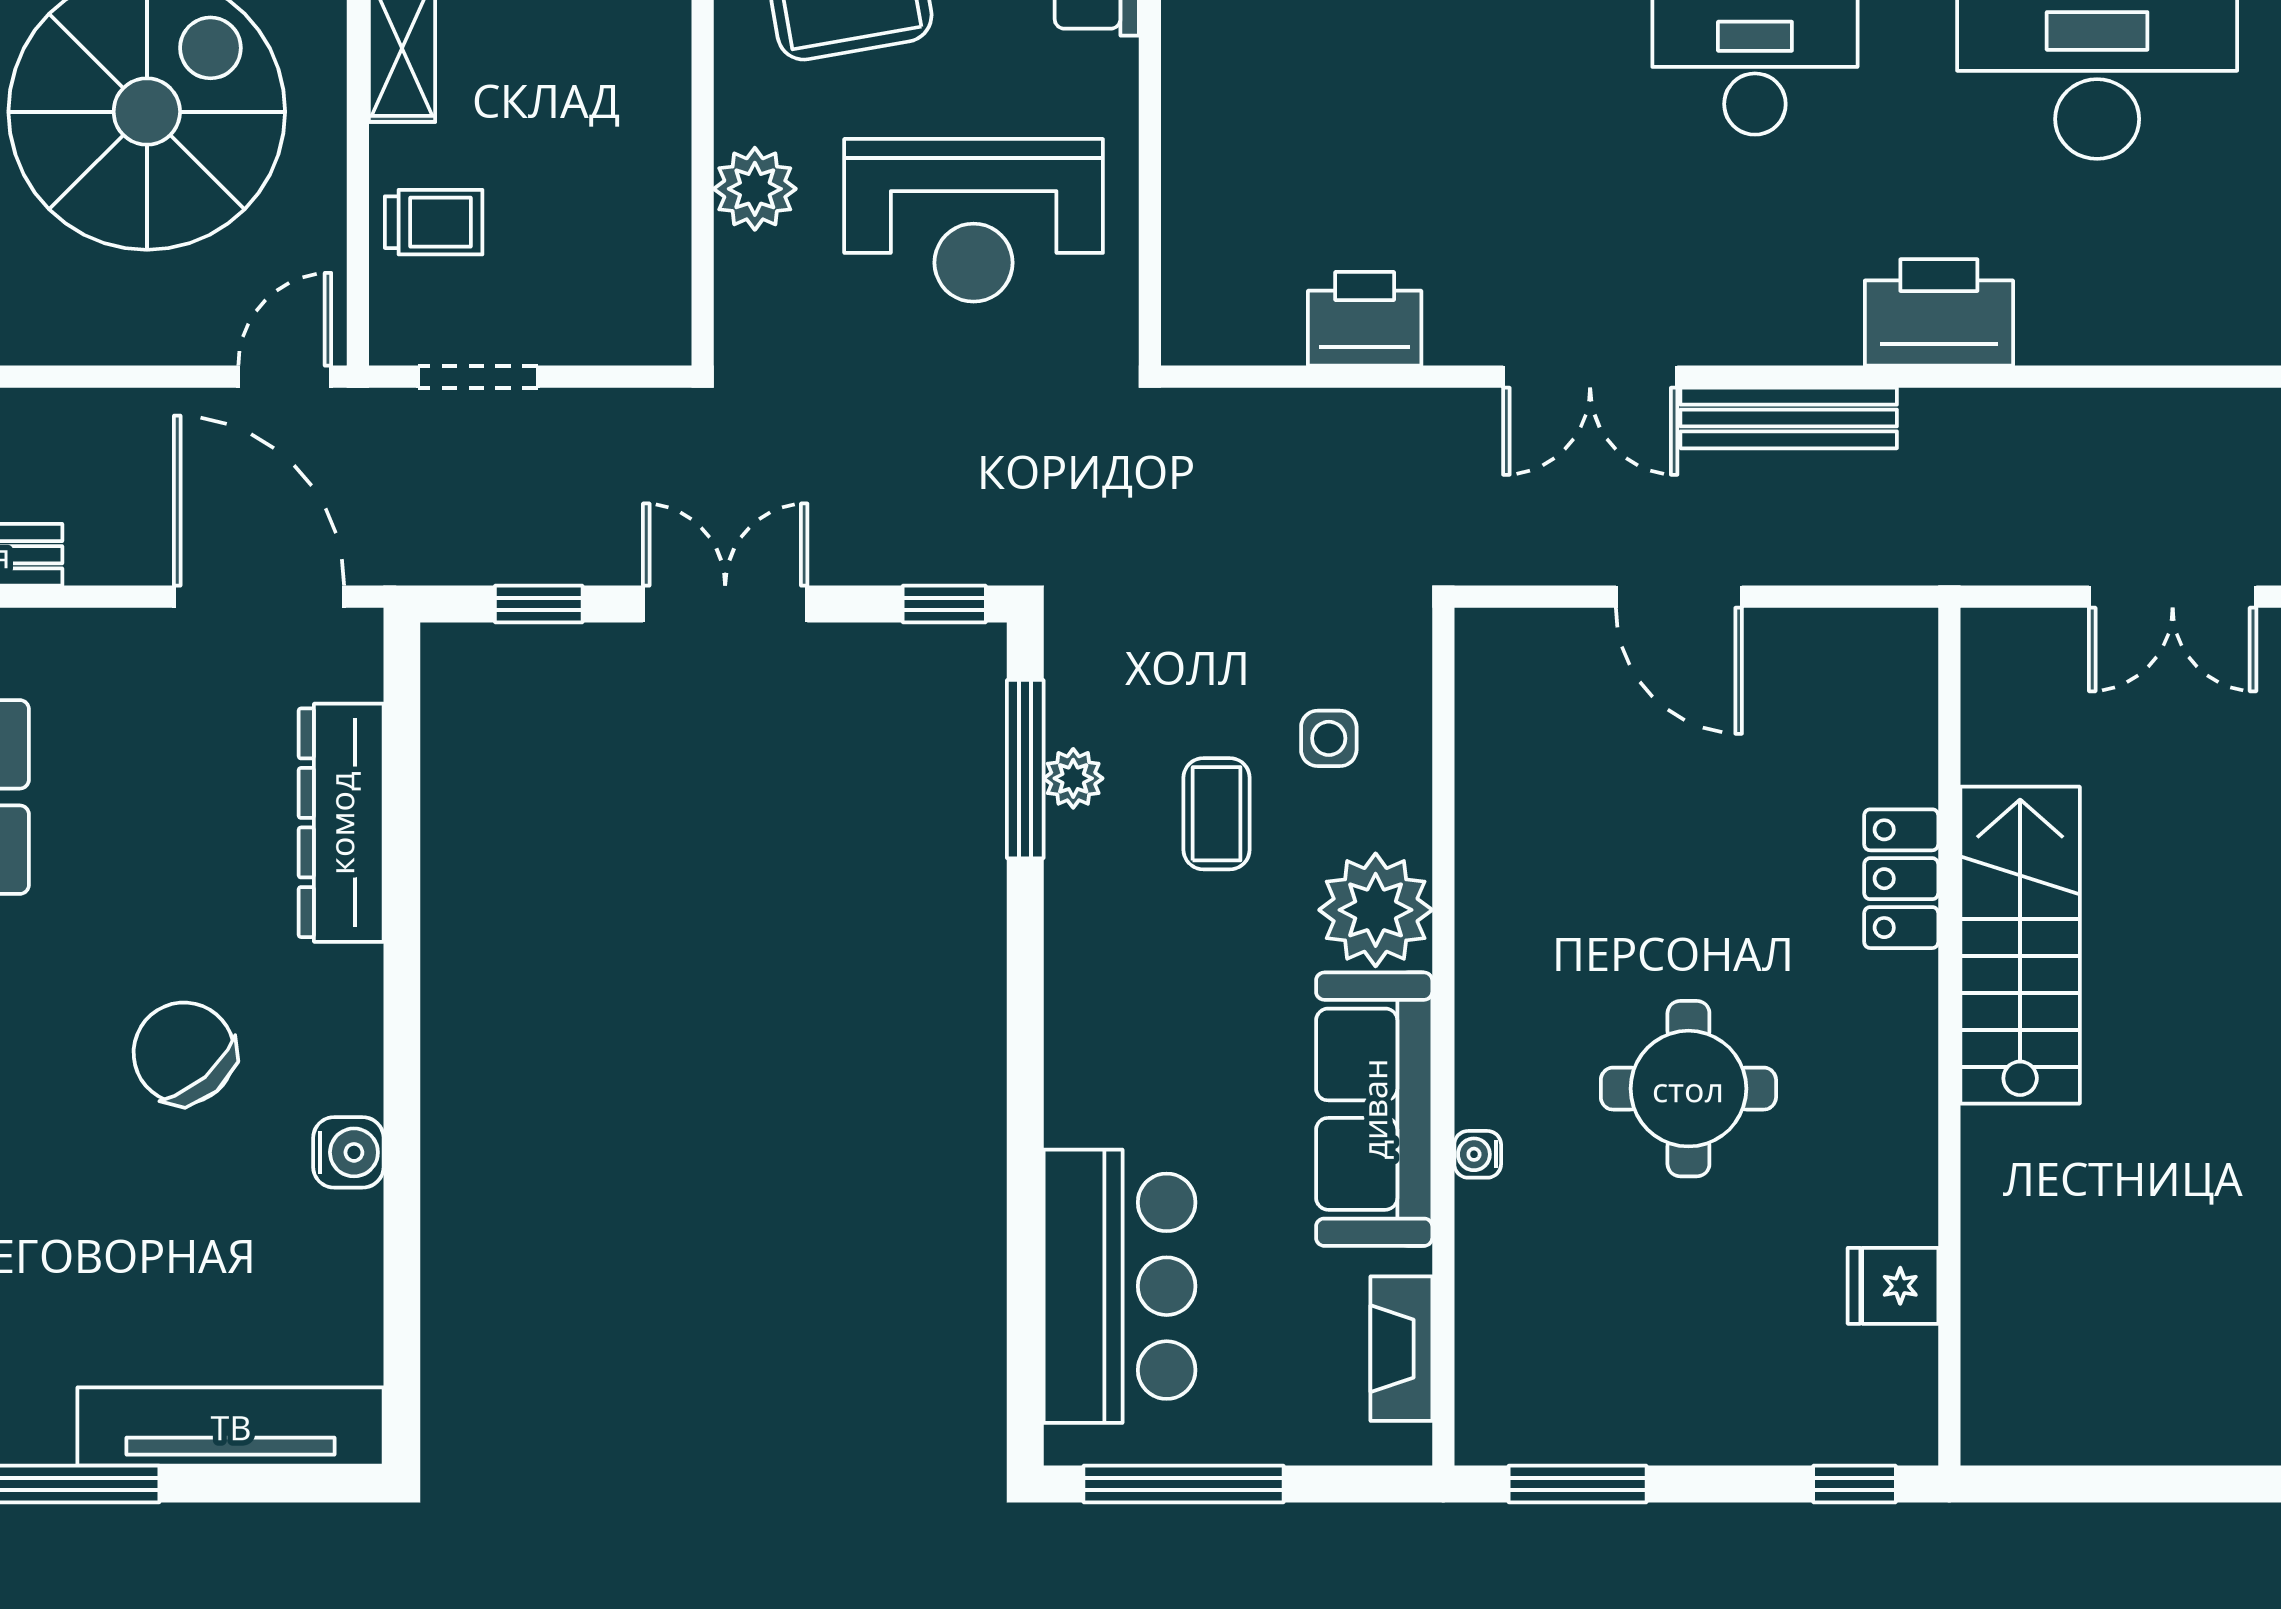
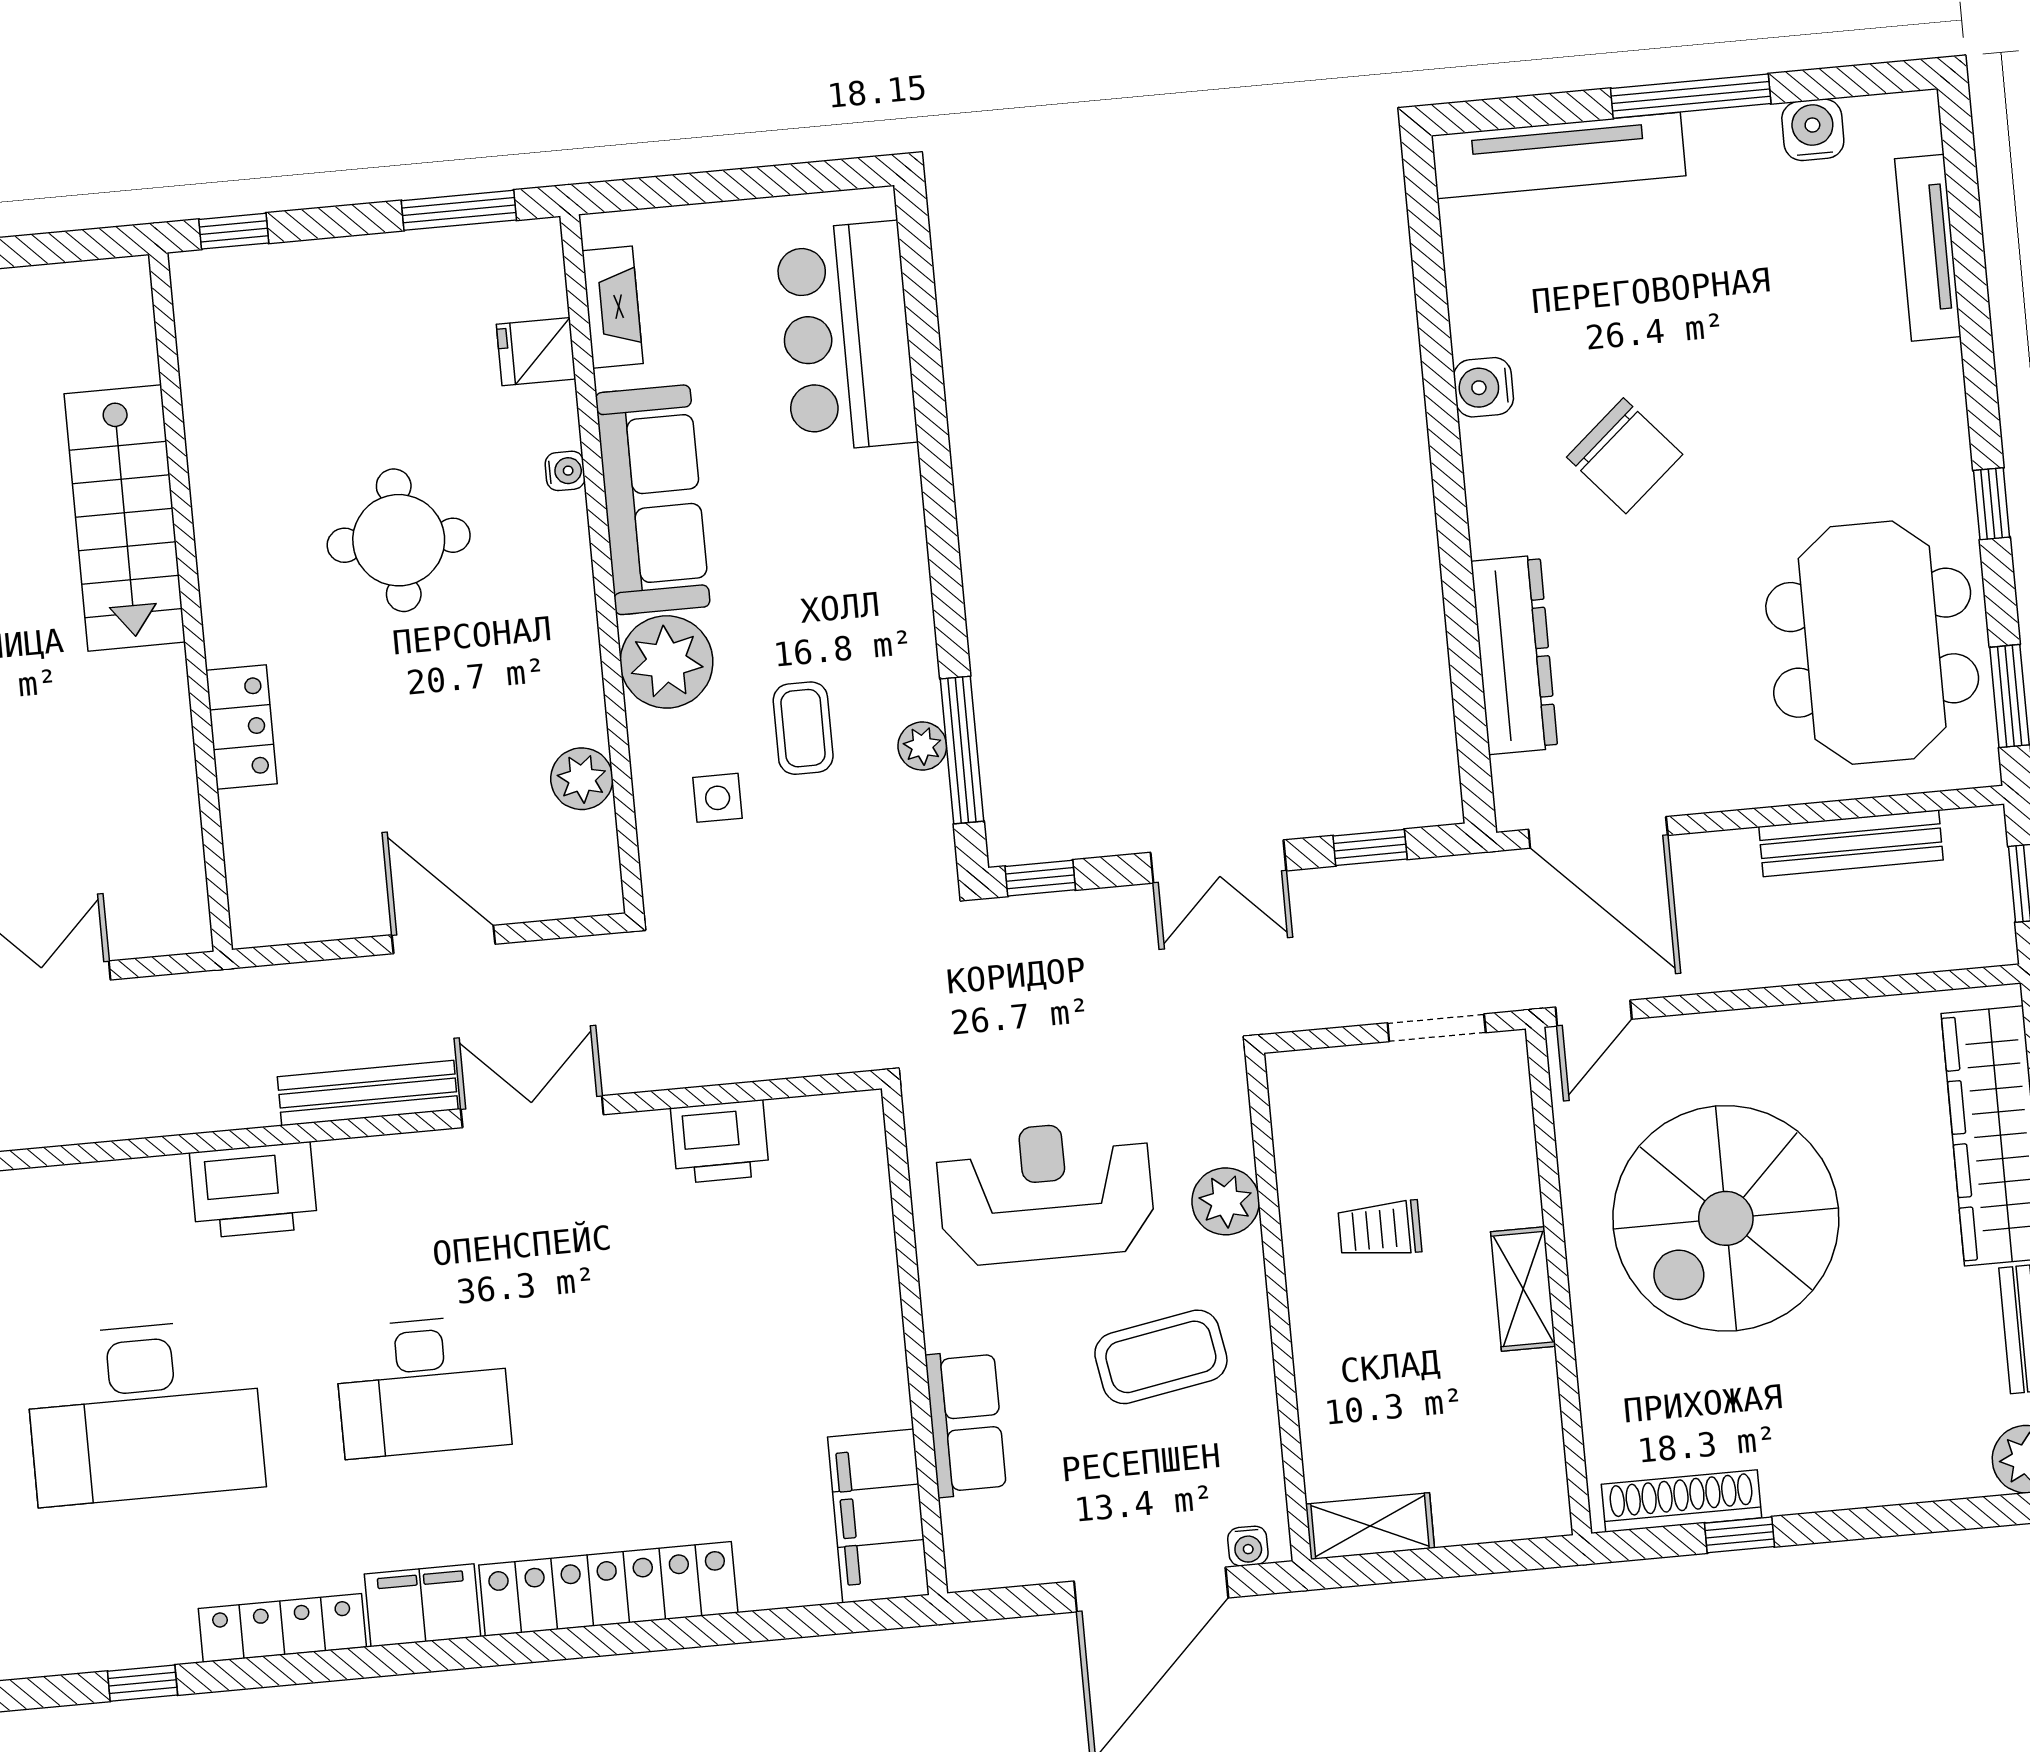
trolley: (434, 222) -> (1380, 1229), moved
plant: (1492, 777) -> (582, 779), added
stairs: (2020, 945) -> (125, 518), moved
fridge: (1893, 1286) -> (536, 352), moved, turned 180
window: (1184, 1484) -> (779, 181), removed

